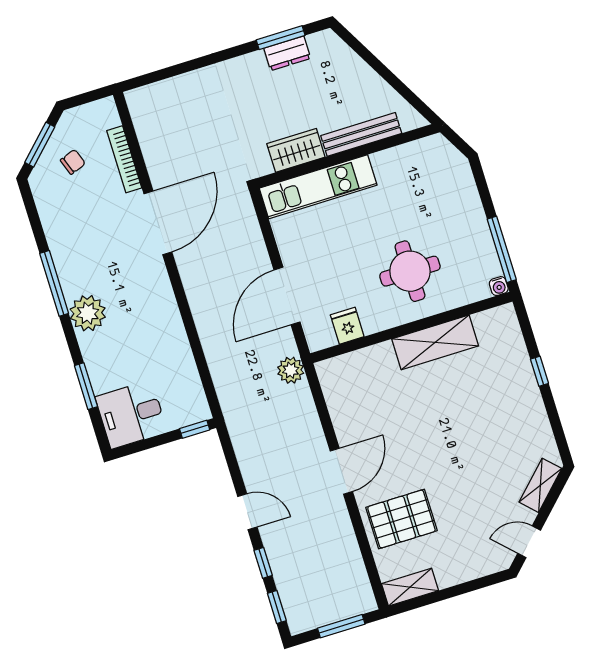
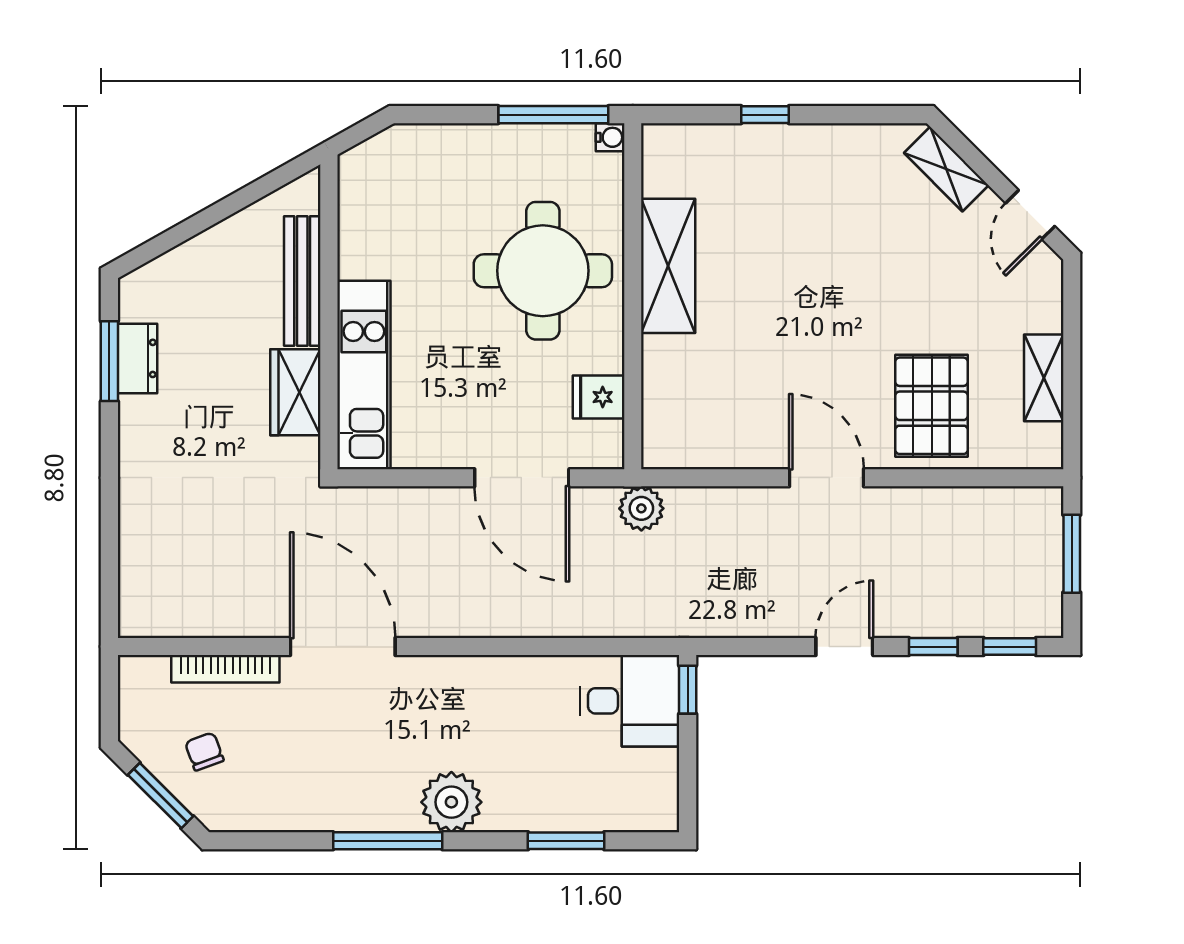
round table: (410, 271) -> (543, 271), width x1.36, depth x1.36
desk: (131, 414) -> (630, 701), moved, turned -90
shelving: (410, 587) -> (1044, 378), moved

